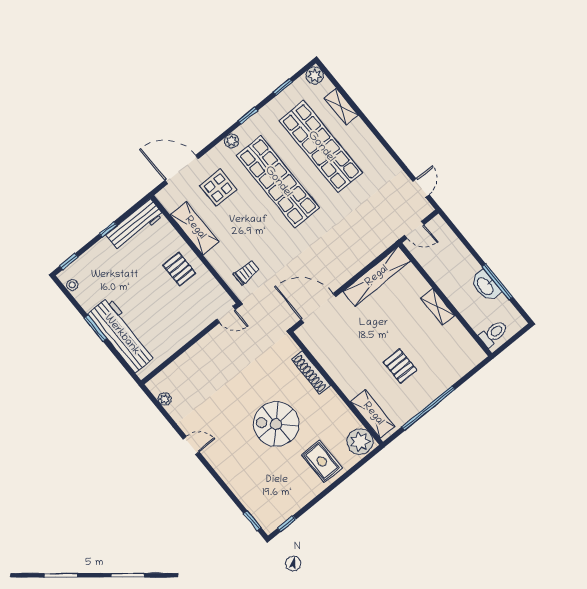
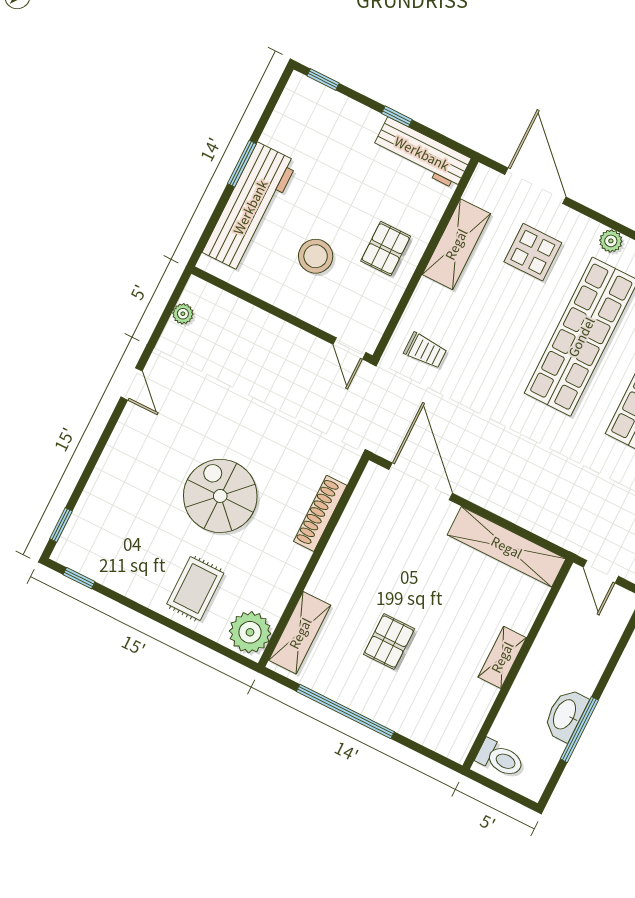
stool: (72, 285) -> (316, 256), moved, width x1.89, depth x1.89

